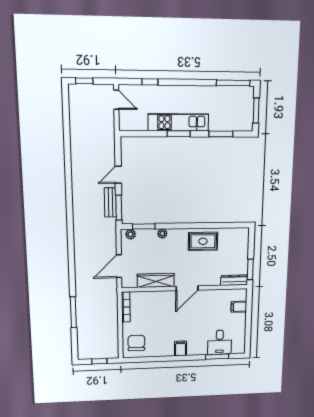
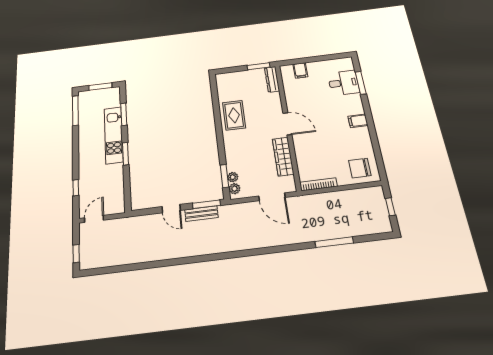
kitchen unit: (178, 122) -> (114, 135), moved
plant: (162, 234) -> (233, 177), moved

